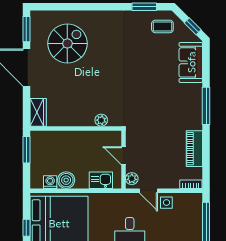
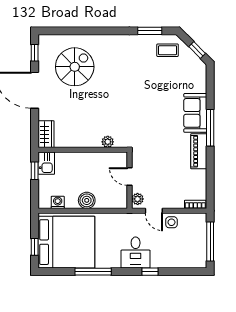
window: (26, 29) -> (35, 53), width x0.67
sofa: (191, 62) -> (195, 113), moved
piano: (194, 149) -> (199, 151), moved
window: (26, 150) -> (35, 171), width x0.67
boiler: (66, 180) -> (87, 200), moved
kitchen sink: (101, 180) -> (46, 163), moved, turned 90

